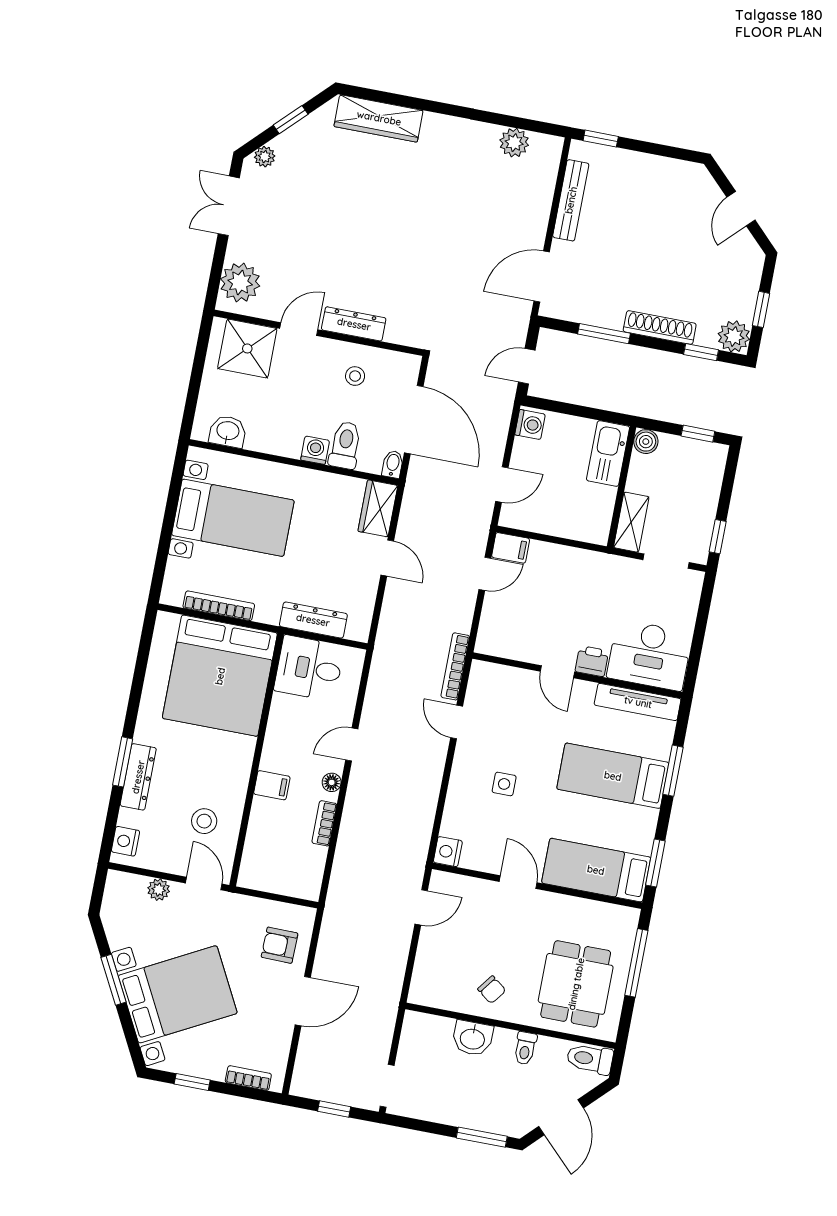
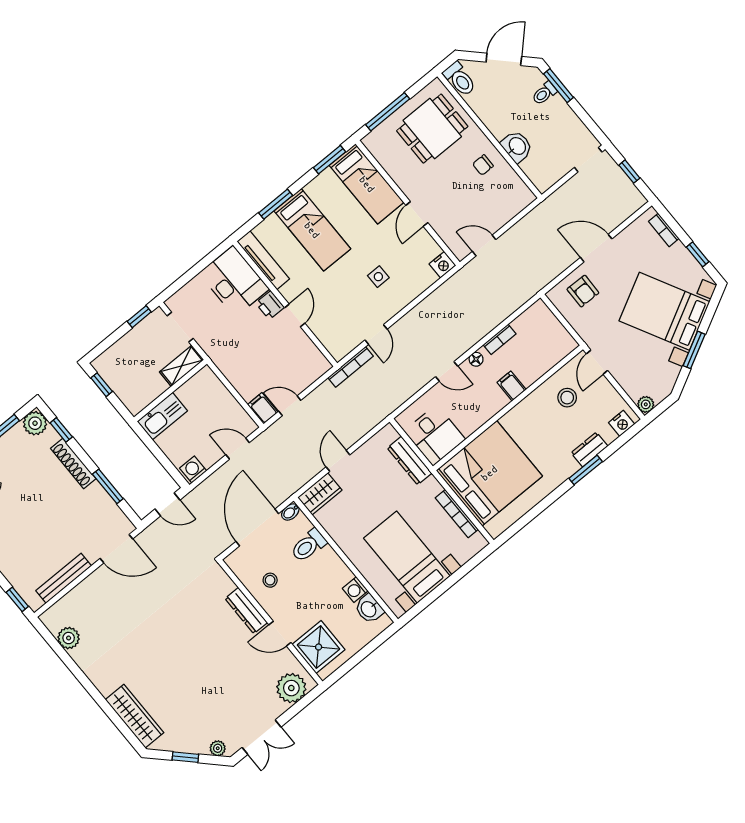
boiler: (646, 442) -> (135, 405), removed
washing machine: (315, 450) -> (355, 590), moved
dresser: (138, 777) -> (589, 450), width x0.70
plant: (159, 890) -> (646, 404), moved
chair: (492, 990) -> (483, 165), turned -127
toilet: (525, 1048) -> (544, 93), moved, turned 180

